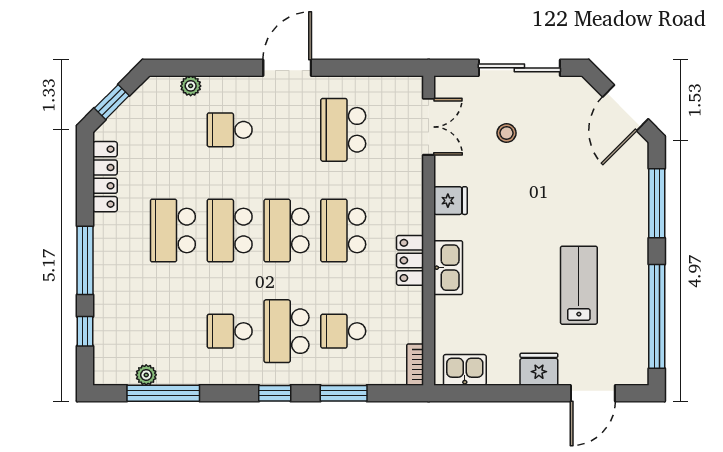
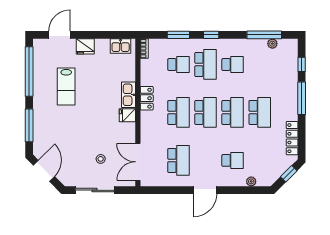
double door: (429, 127) -> (138, 162), width x1.37
fridge: (450, 201) -> (127, 115), moved

